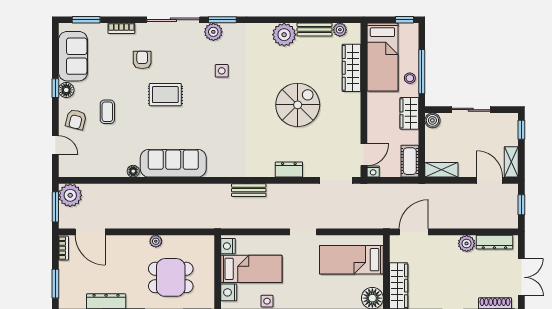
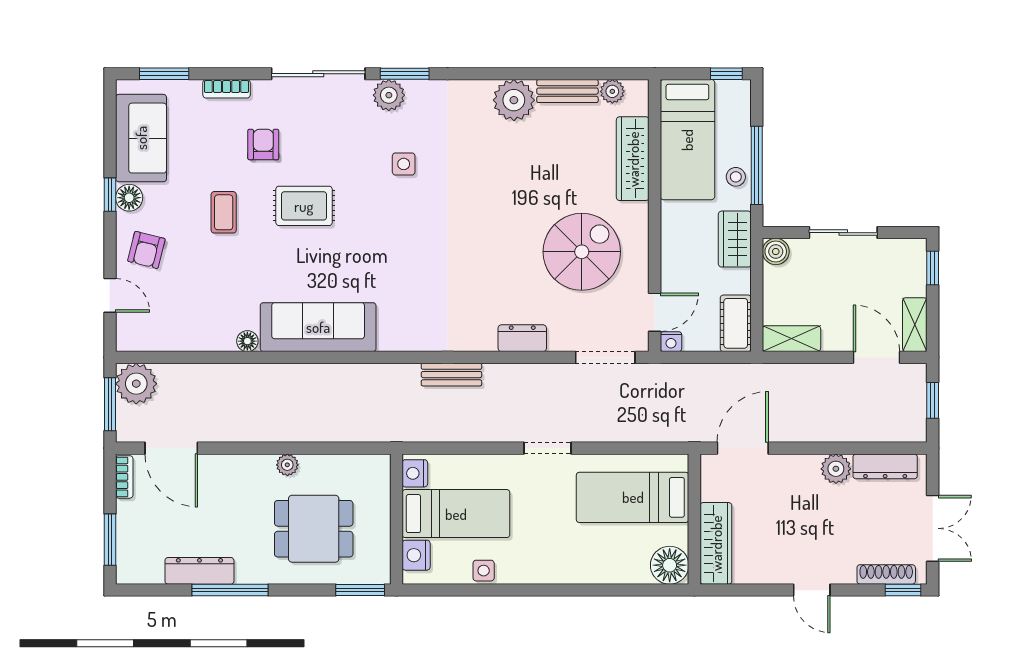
spiral stairs: (298, 105) -> (582, 252), moved
coffee table: (107, 112) -> (224, 212), moved

